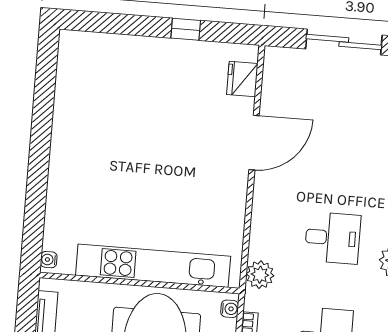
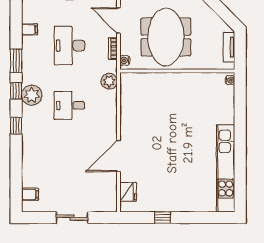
sliding door: (344, 42) -> (72, 218), width x0.73
kitchen unit: (153, 266) -> (226, 168), moved, turned 90

